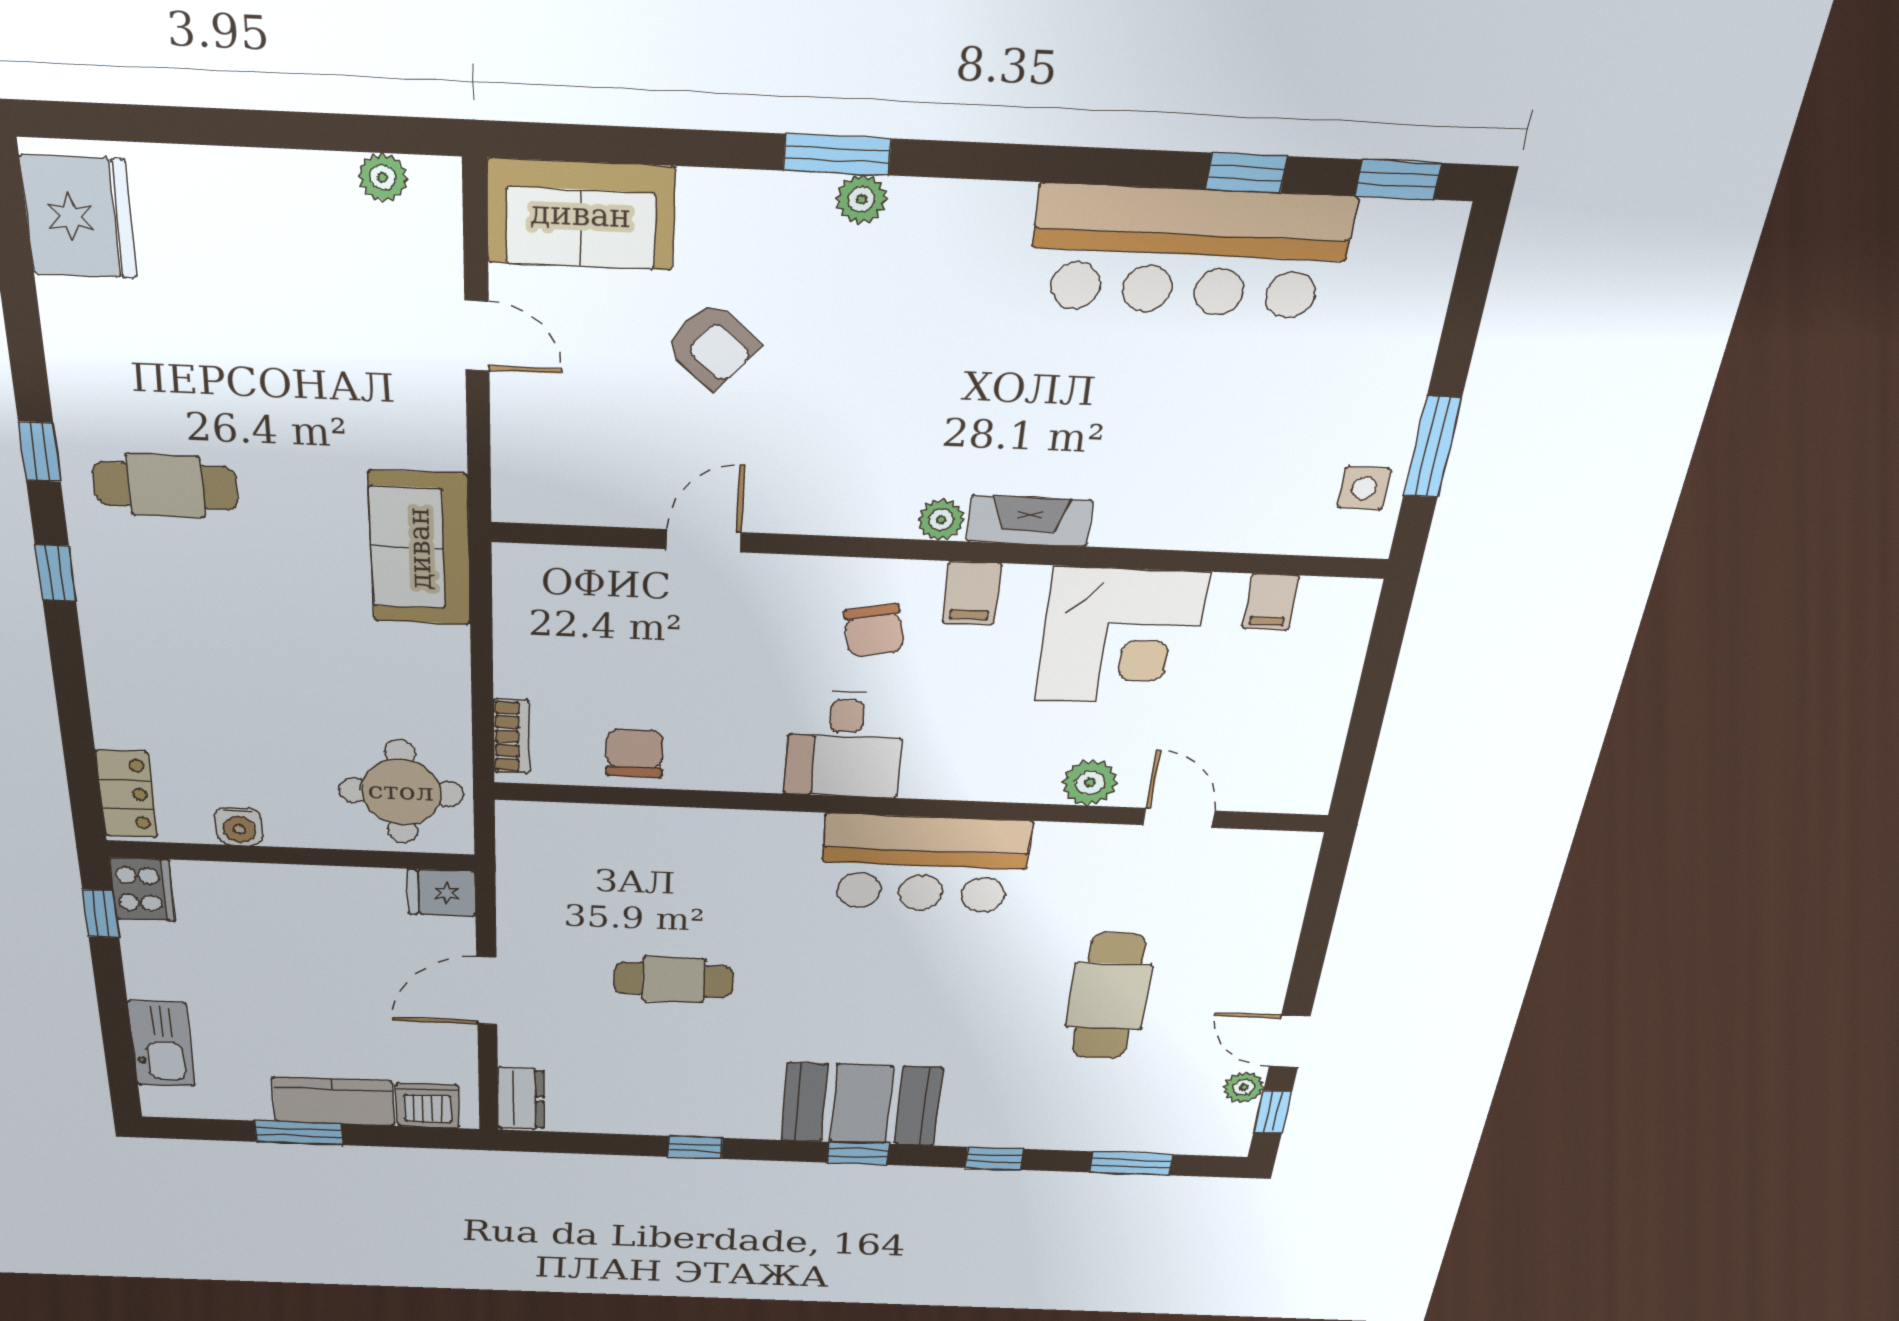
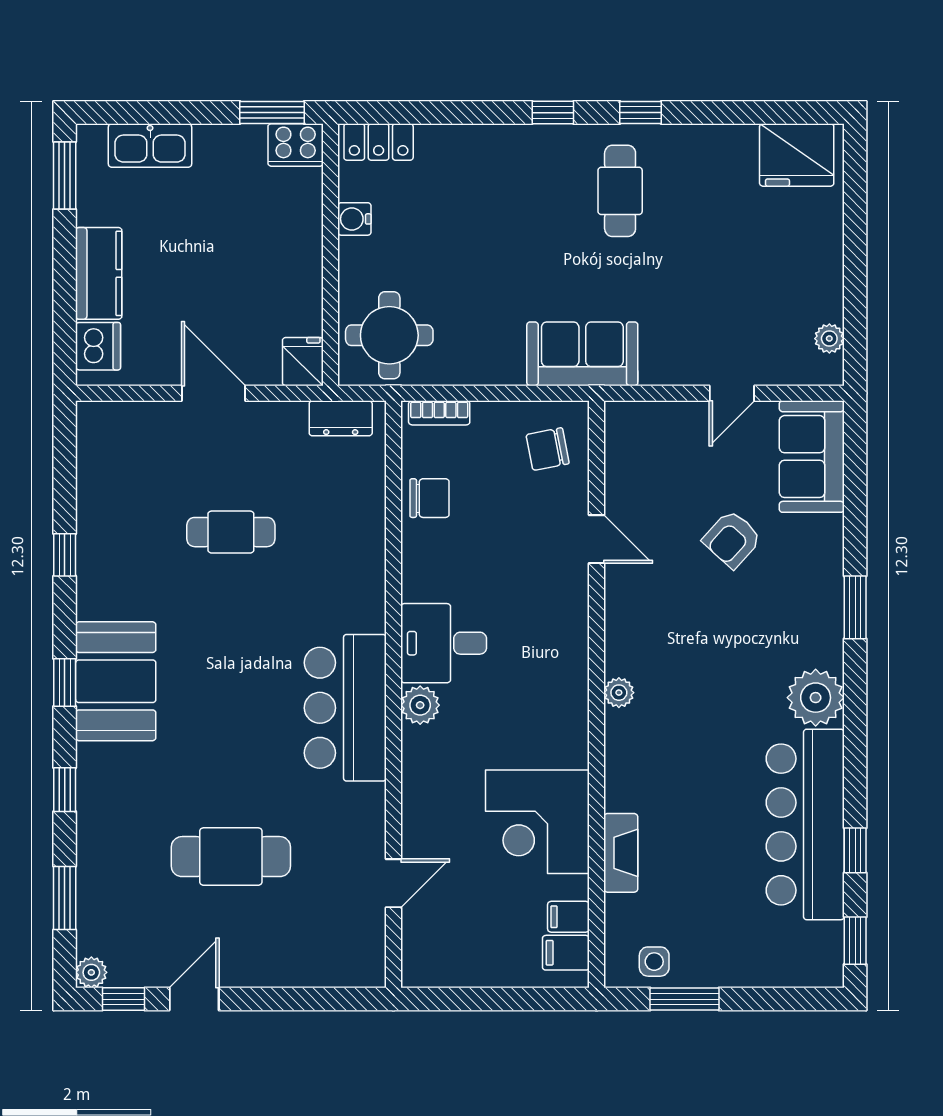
plant: (861, 199) -> (816, 698), moved, width x1.87, depth x1.87
fireplace: (1029, 521) -> (621, 853), moved
filing cabinet: (972, 593) -> (566, 953), moved
chair: (874, 631) -> (548, 449), moved
plant: (1090, 783) -> (420, 705), moved
window: (101, 914) -> (272, 113), width x1.50
cafe table: (674, 980) -> (231, 532), turned 90
plant: (1244, 1087) -> (91, 972), moved
dresser: (521, 1099) -> (341, 418), moved
window: (299, 1133) -> (65, 176), moved

